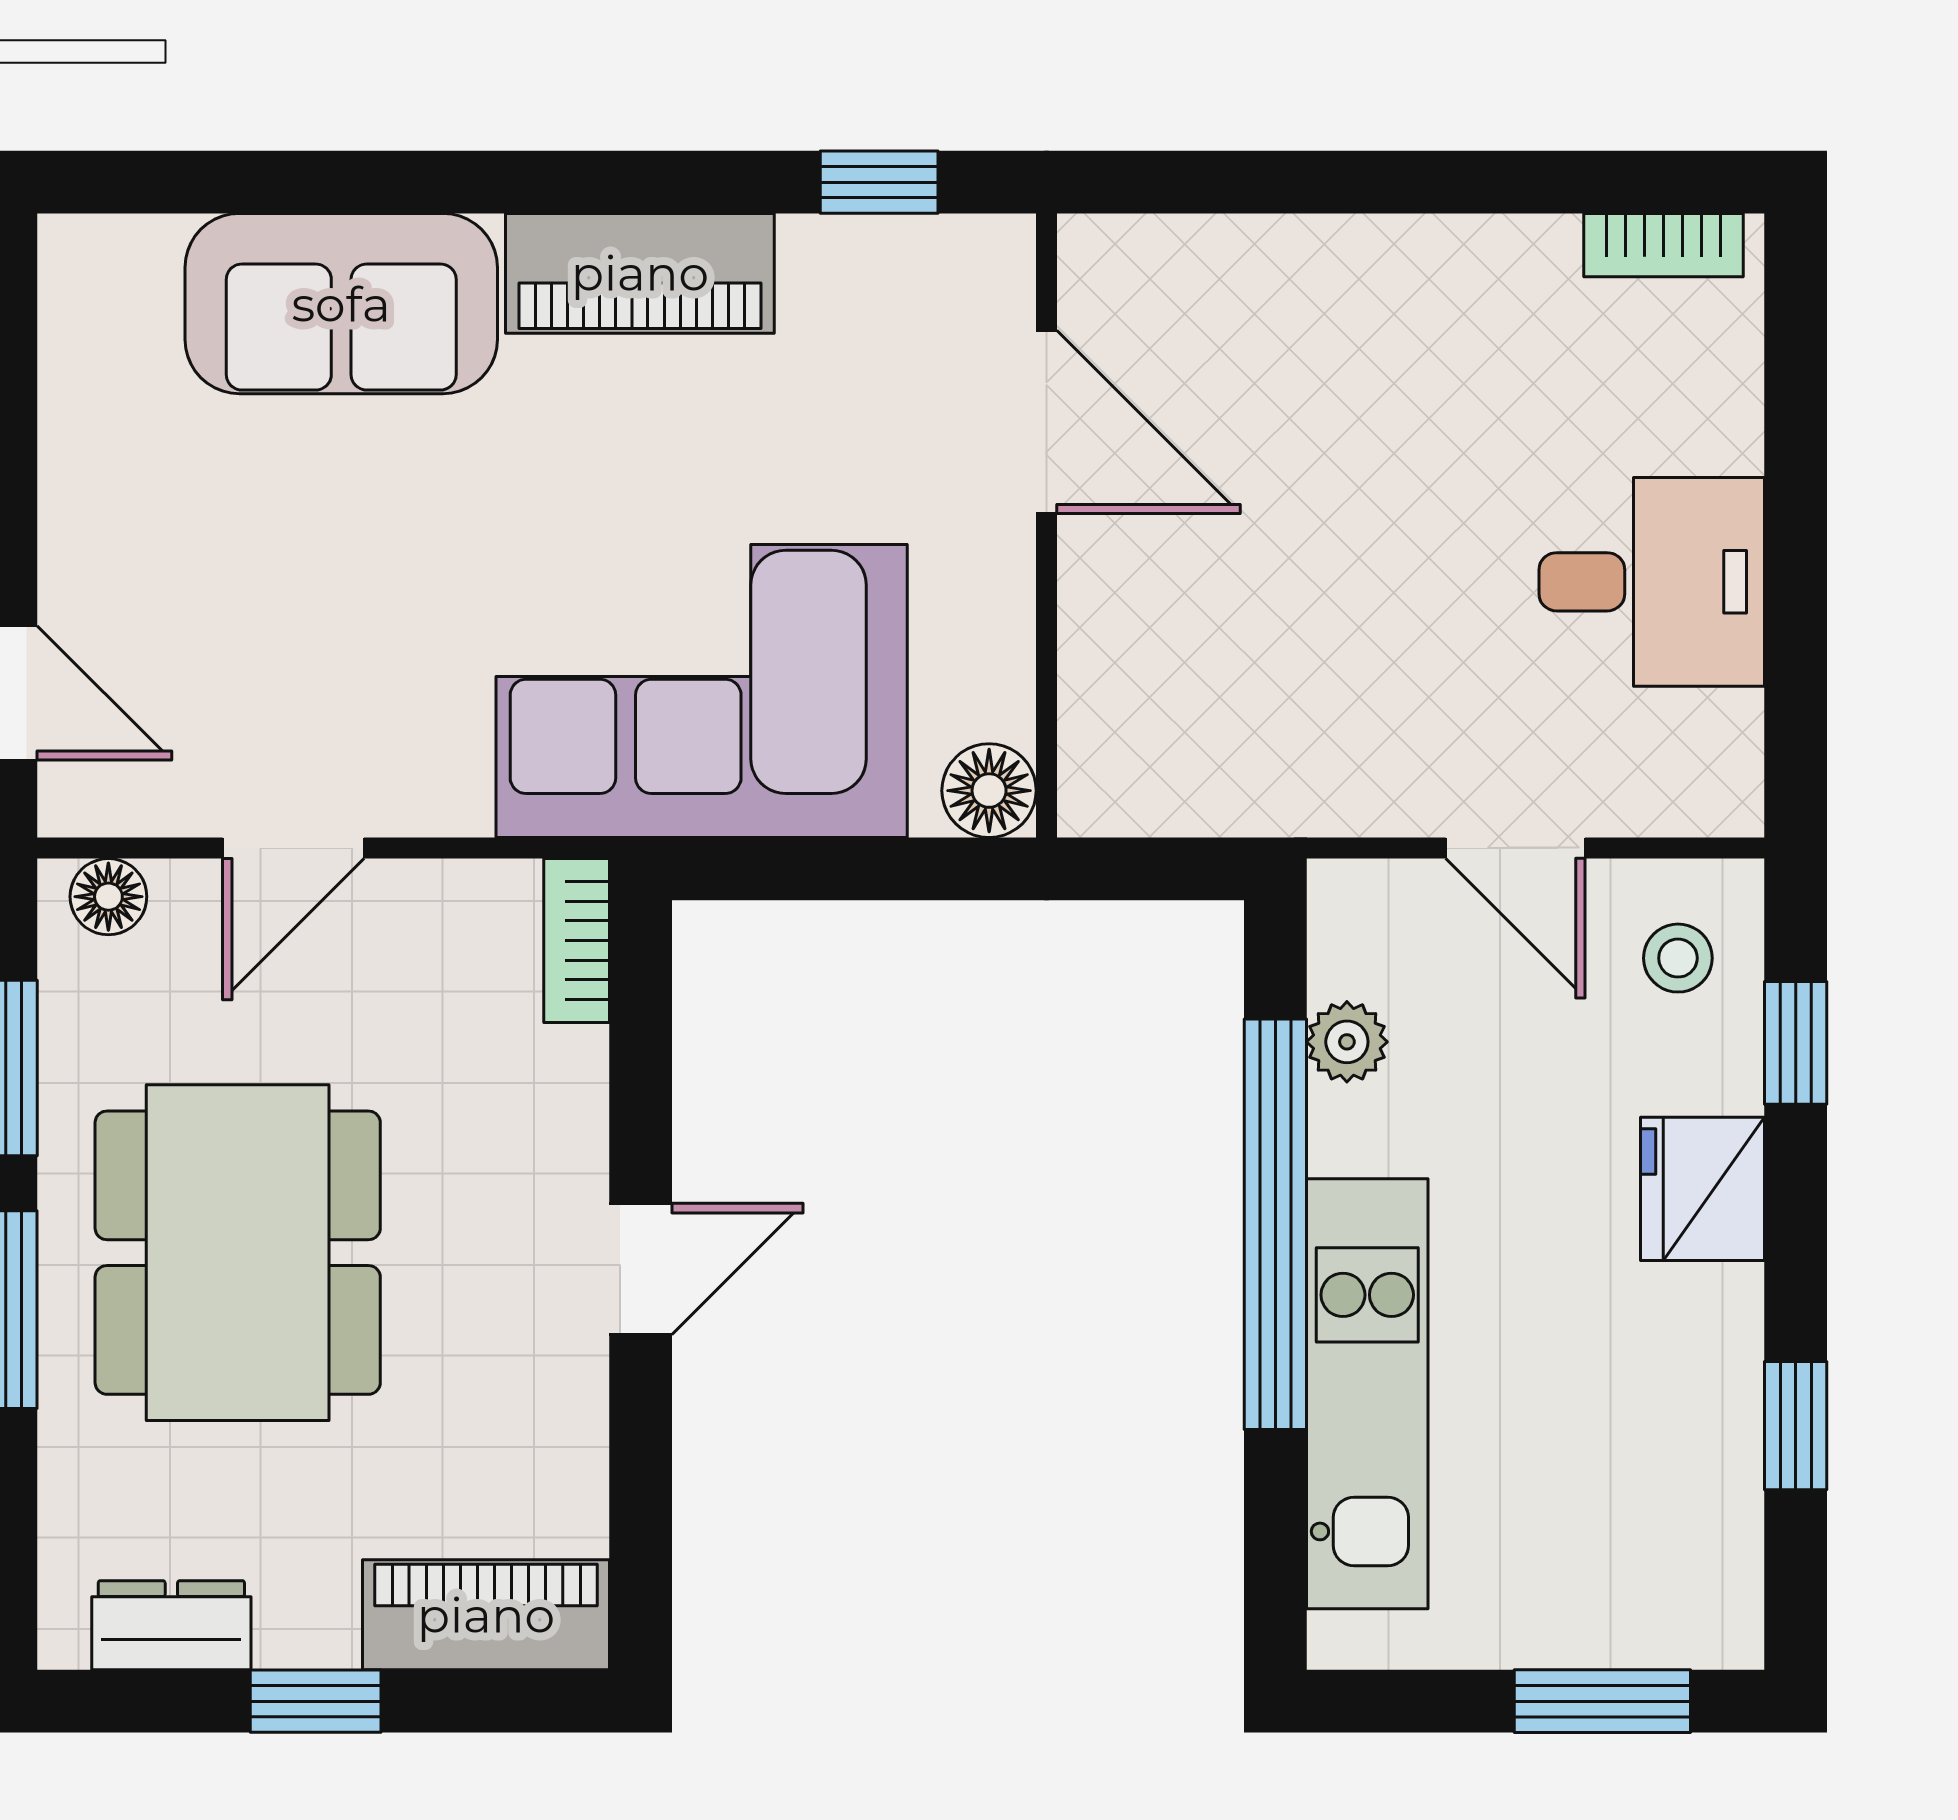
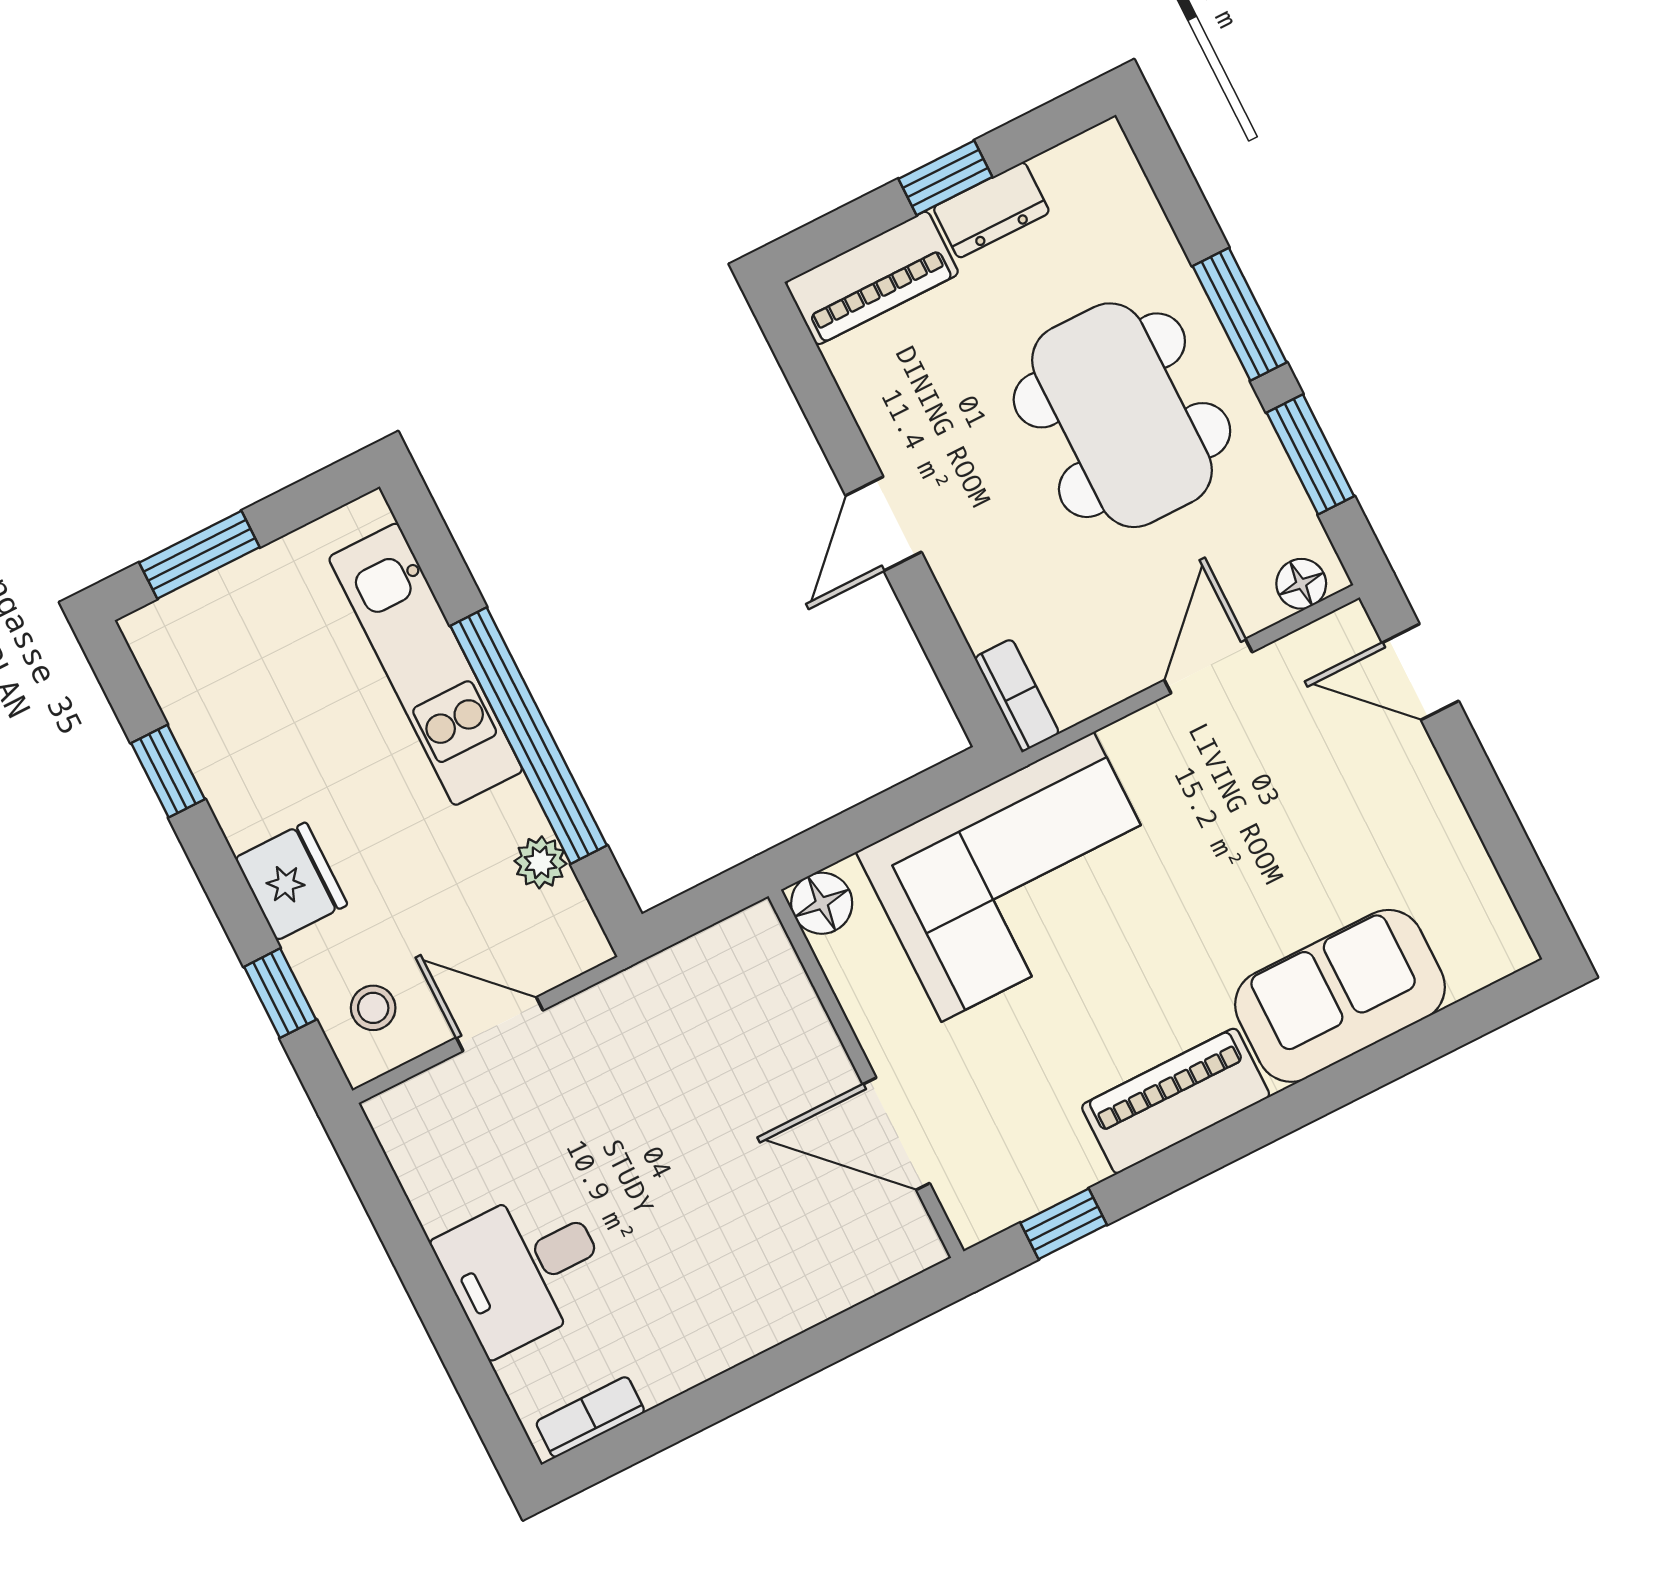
desk: (1652, 582) -> (524, 1269), moved
dresser: (171, 1625) -> (991, 210), moved

